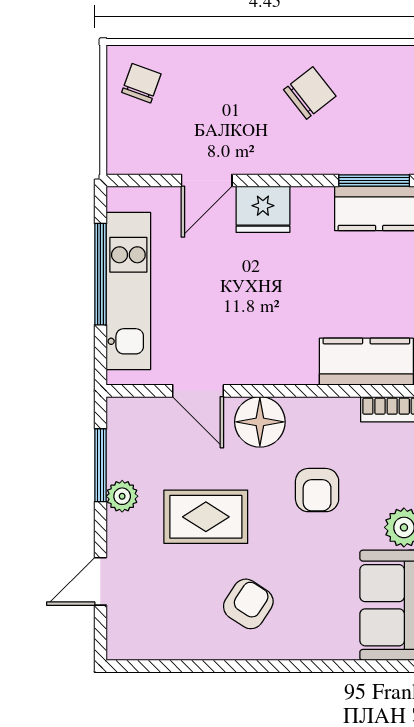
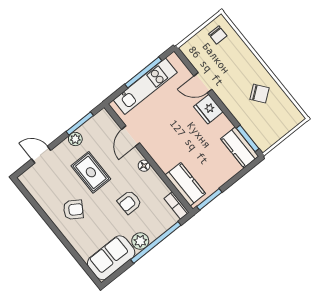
chair: (141, 83) -> (218, 35), turned 70
floor lamp: (260, 422) -> (144, 166), width x0.53, depth x0.53

